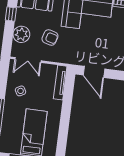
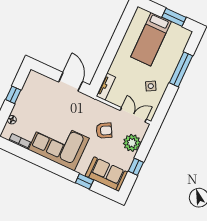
armchair: (50, 37) -> (104, 131), turned 136
tv unit: (60, 83) -> (106, 87), width x0.71

